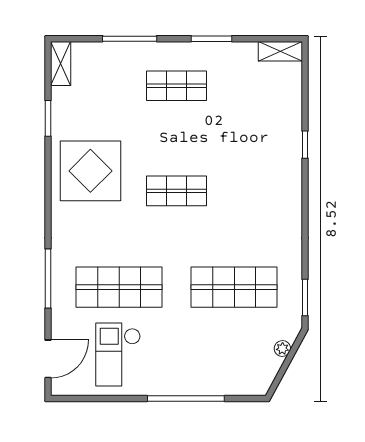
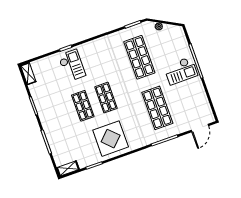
shop shelf: (177, 86) -> (83, 106), moved
checkout: (266, 145) -> (72, 65), added
checkout: (118, 355) -> (181, 71), moved
door: (48, 359) -> (200, 128), swing flipped

